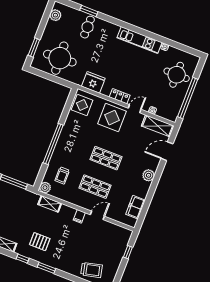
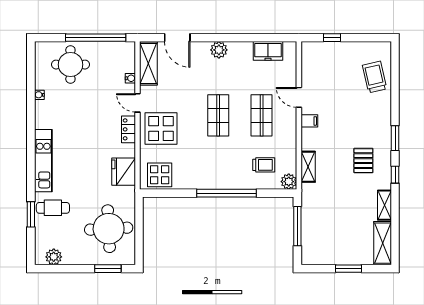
kitchen unit: (139, 40) -> (43, 161), moved

